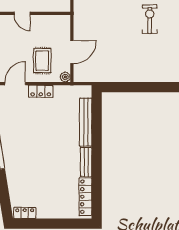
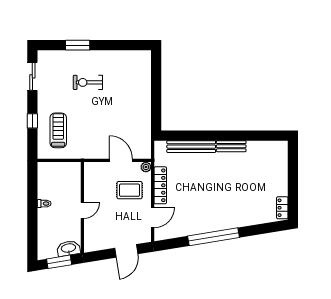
door: (15, 84) -> (153, 217), swing flipped
locker: (41, 91) -> (160, 185), width x1.53
locker: (85, 197) -> (266, 147), removed

